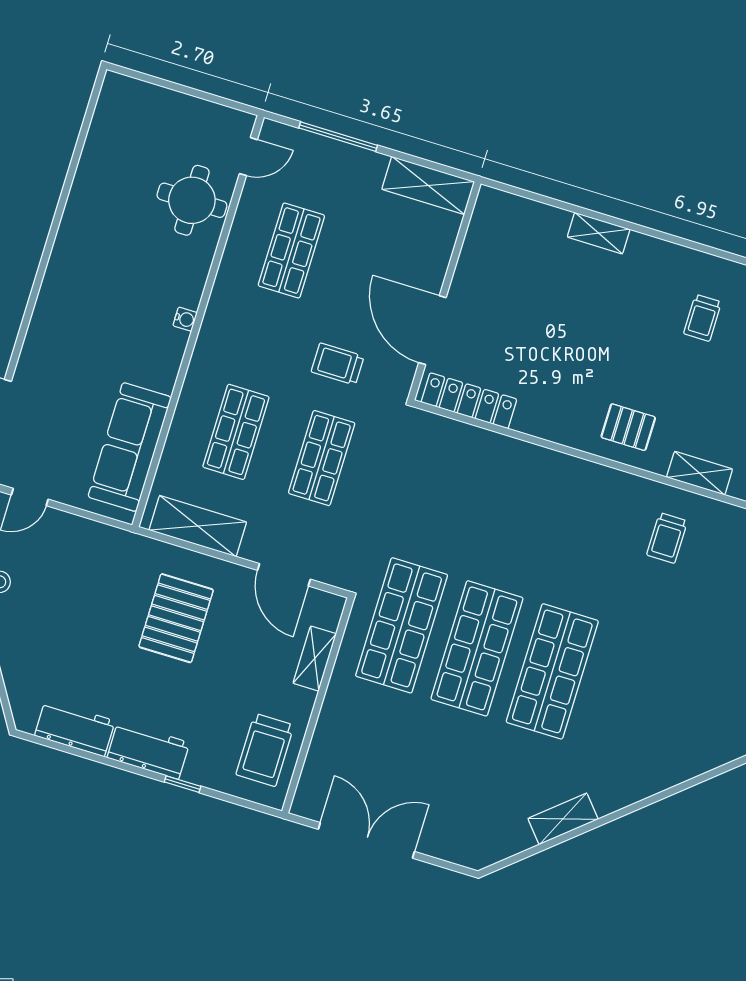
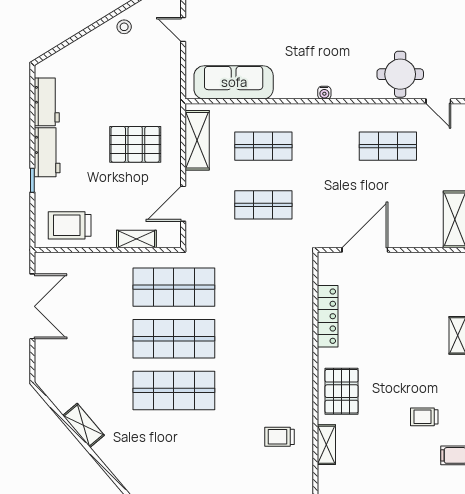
trolley: (338, 364) -> (325, 197), removed
locker: (469, 401) -> (328, 316), moved
pallet: (628, 427) -> (342, 391), width x1.50, depth x1.42

